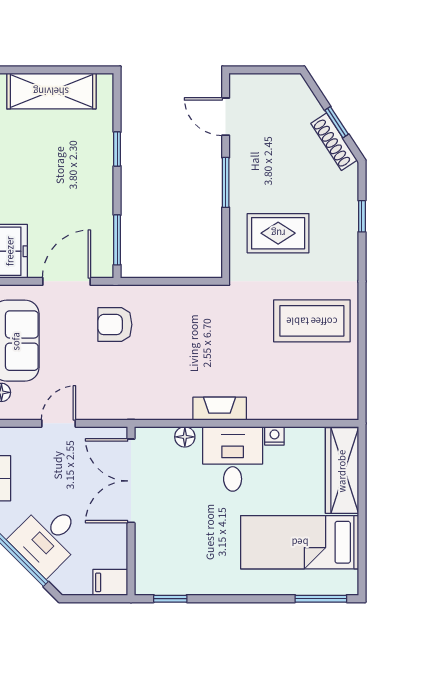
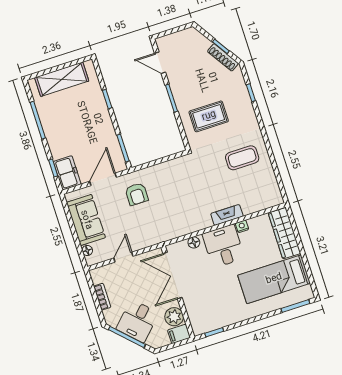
coffee table: (312, 321) -> (242, 158), width x0.73, depth x0.76
armchair: (115, 325) -> (137, 194), turned -90
fireplace: (220, 409) -> (227, 215), moved
plant: (111, 551) -> (174, 317), added

